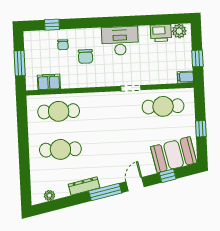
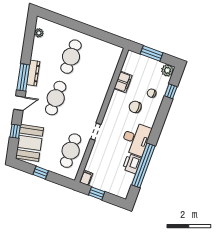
window: (145, 20) -> (143, 165), added
plant: (179, 31) -> (167, 70), moved
printer: (161, 33) -> (132, 164), moved
filing cabinet: (49, 82) -> (123, 82), moved
cafe table: (59, 111) -> (56, 98), moved
door: (135, 184) -> (19, 103), hinge flipped
dresser: (84, 186) -> (33, 73), moved

